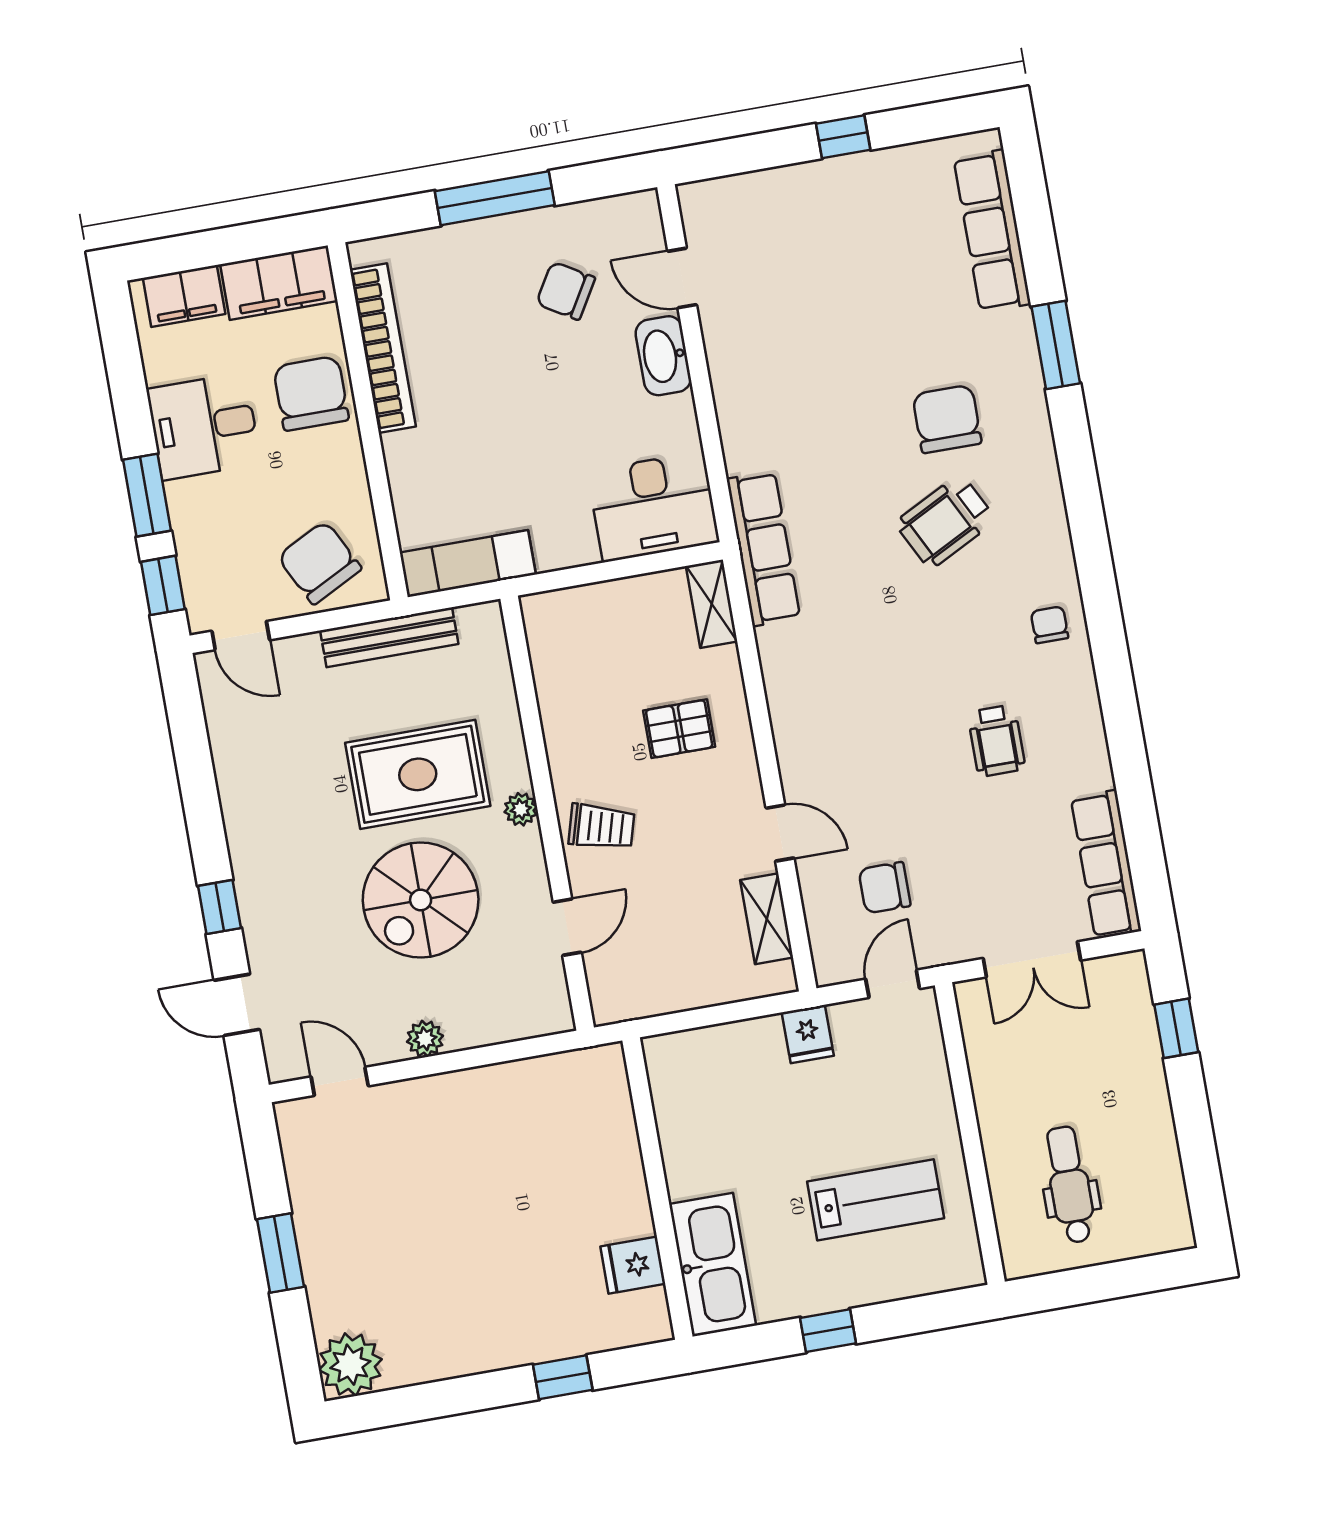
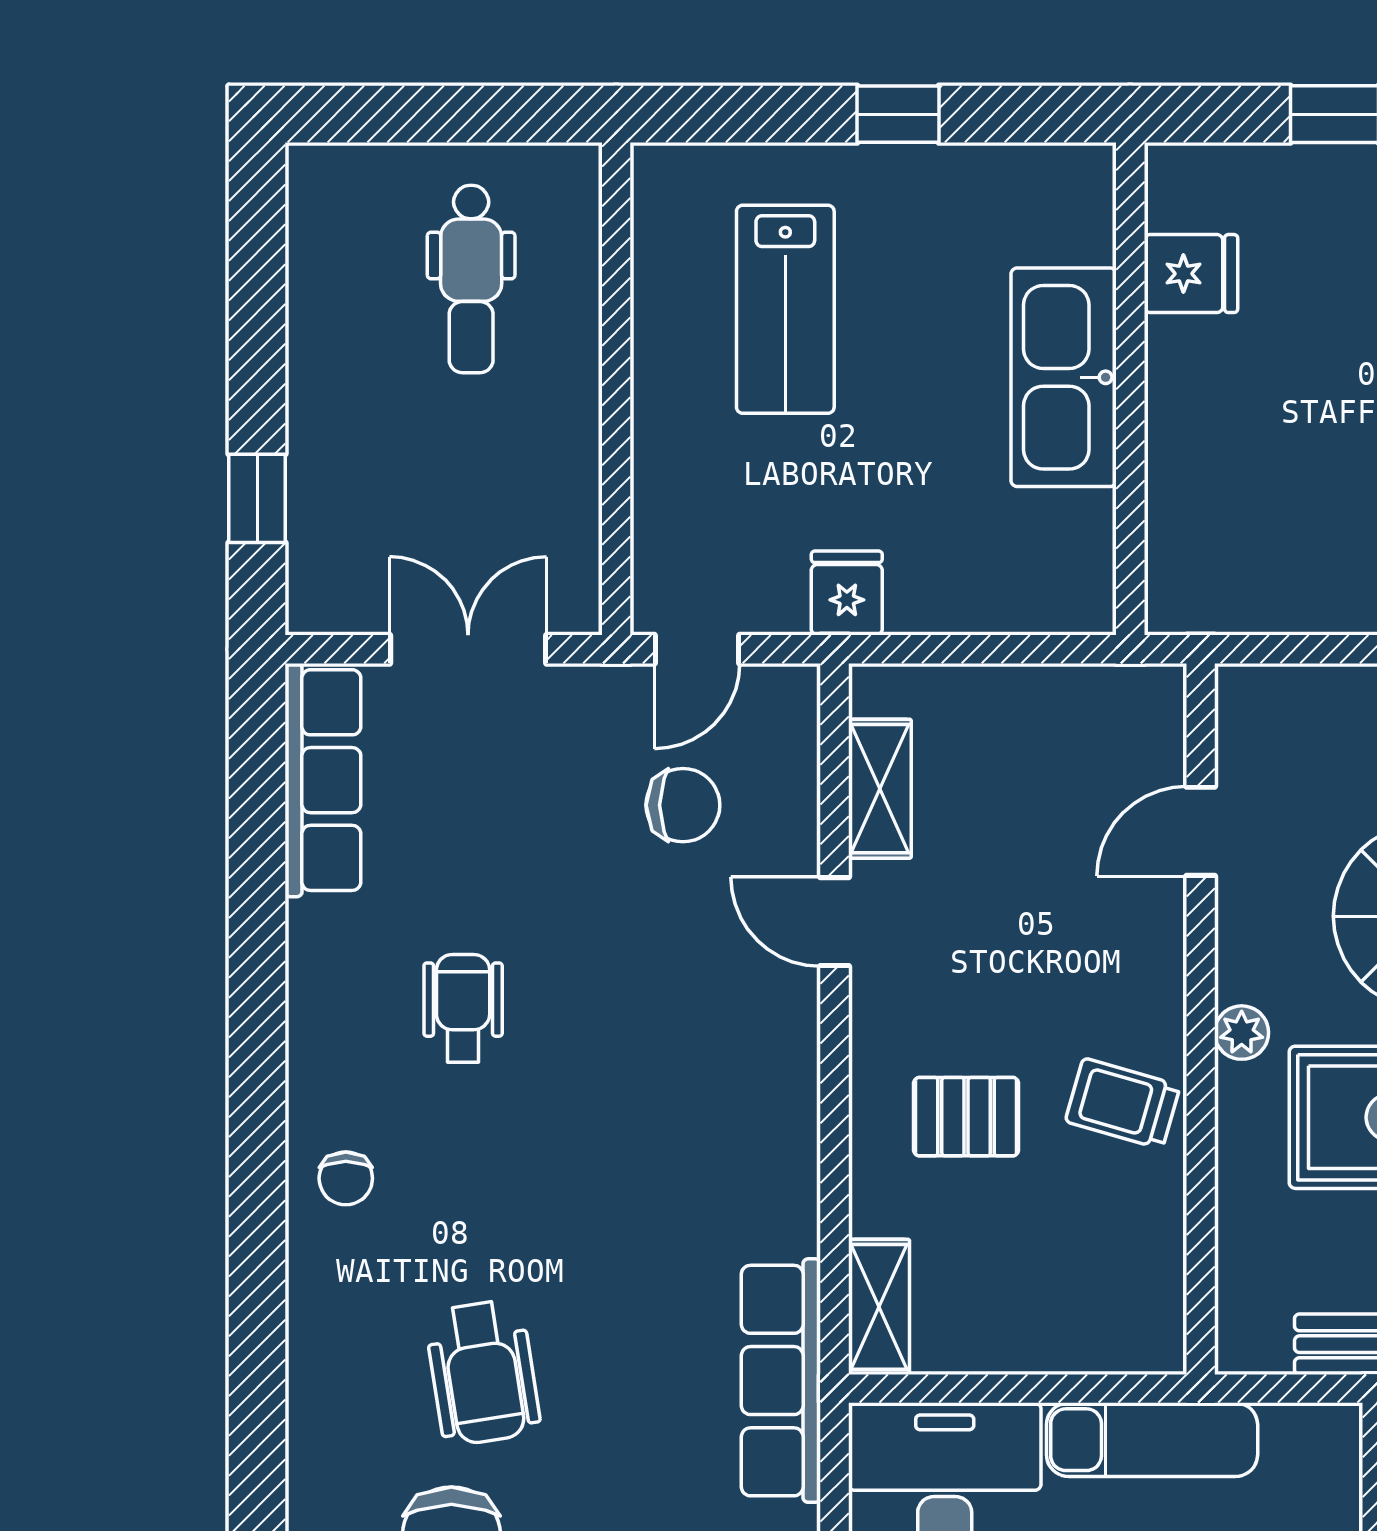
wheelchair: (945, 521) -> (483, 1373), turned 108
exam couch: (468, 564) -> (1152, 1440), moved
trolley: (601, 827) -> (1123, 1103), moved
lab bench: (876, 1200) -> (785, 309), turned -90
kitchen sink: (713, 1265) -> (1064, 377), moved

